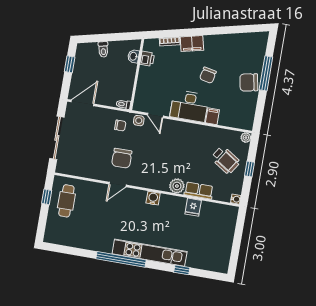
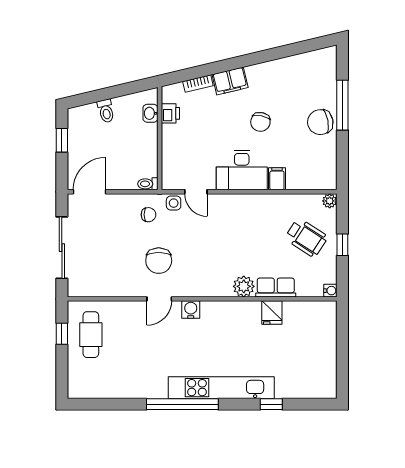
water cooler: (153, 198) -> (191, 310), moved

